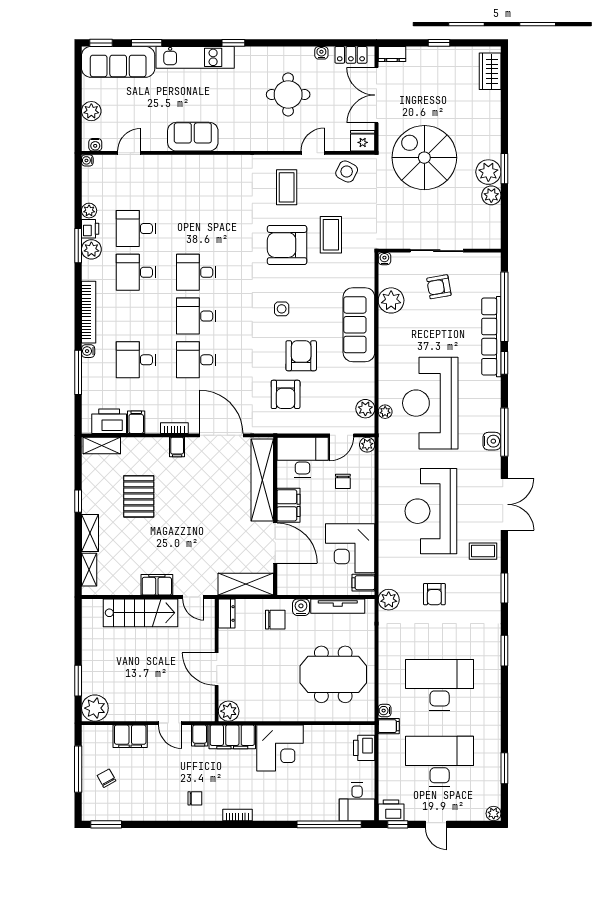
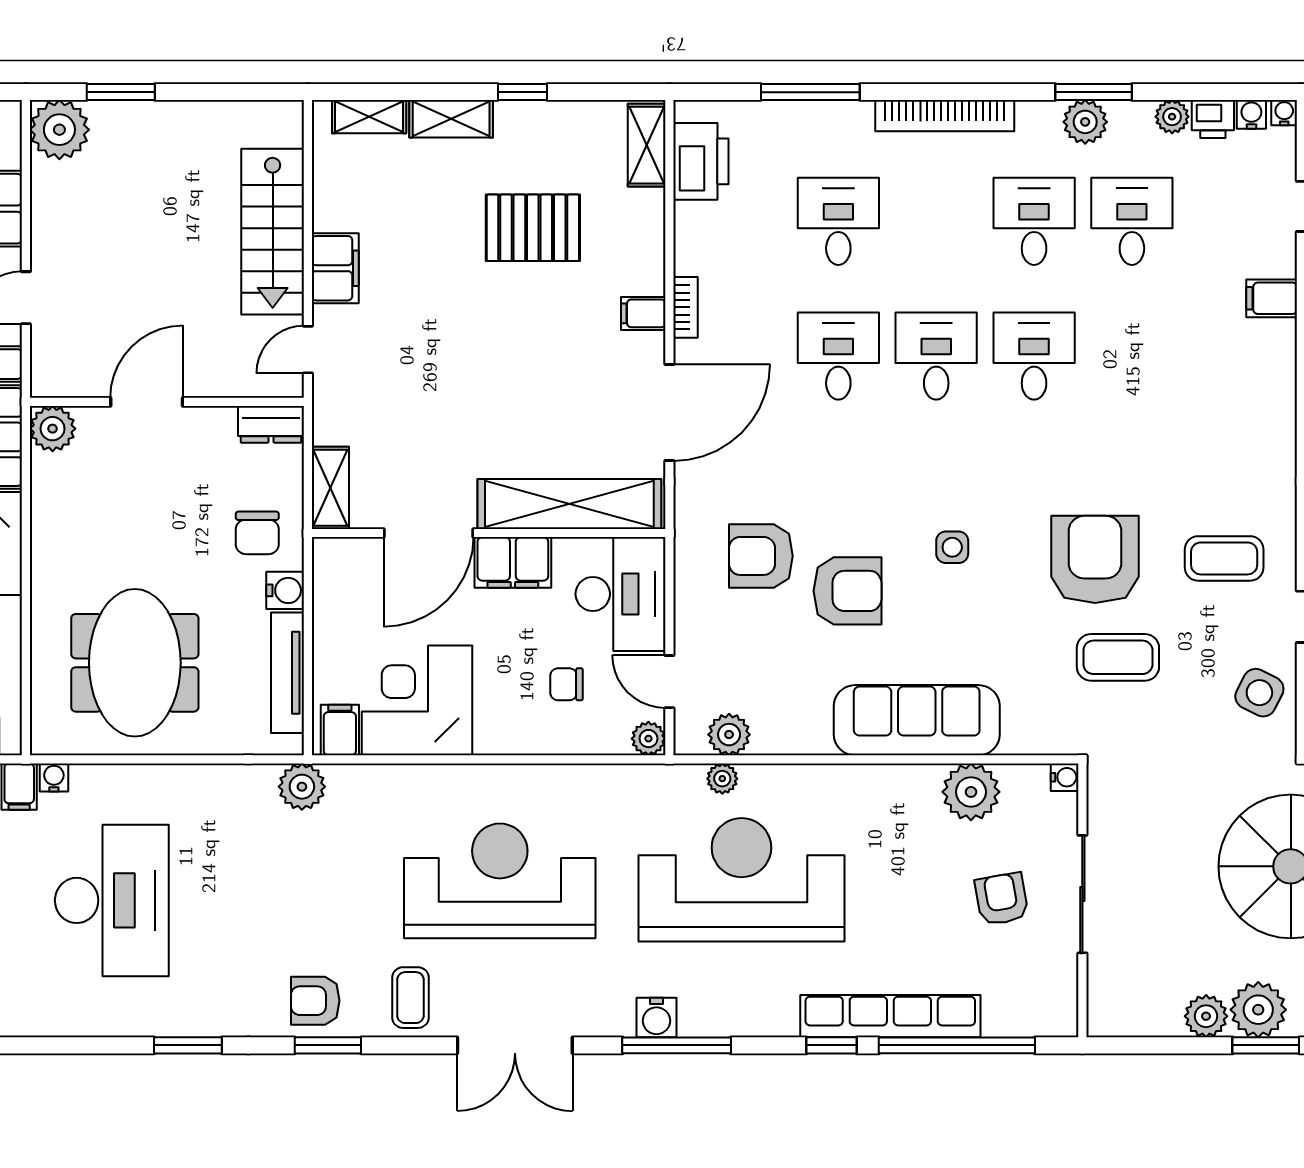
printer: (90, 229) -> (1213, 119), moved
water cooler: (88, 351) -> (1251, 114), moved
filing cabinet: (136, 422) -> (1272, 298), moved, turned 180
shelving: (246, 584) -> (330, 488), width x0.67, depth x0.75
armchair: (434, 594) -> (315, 1001), moved

